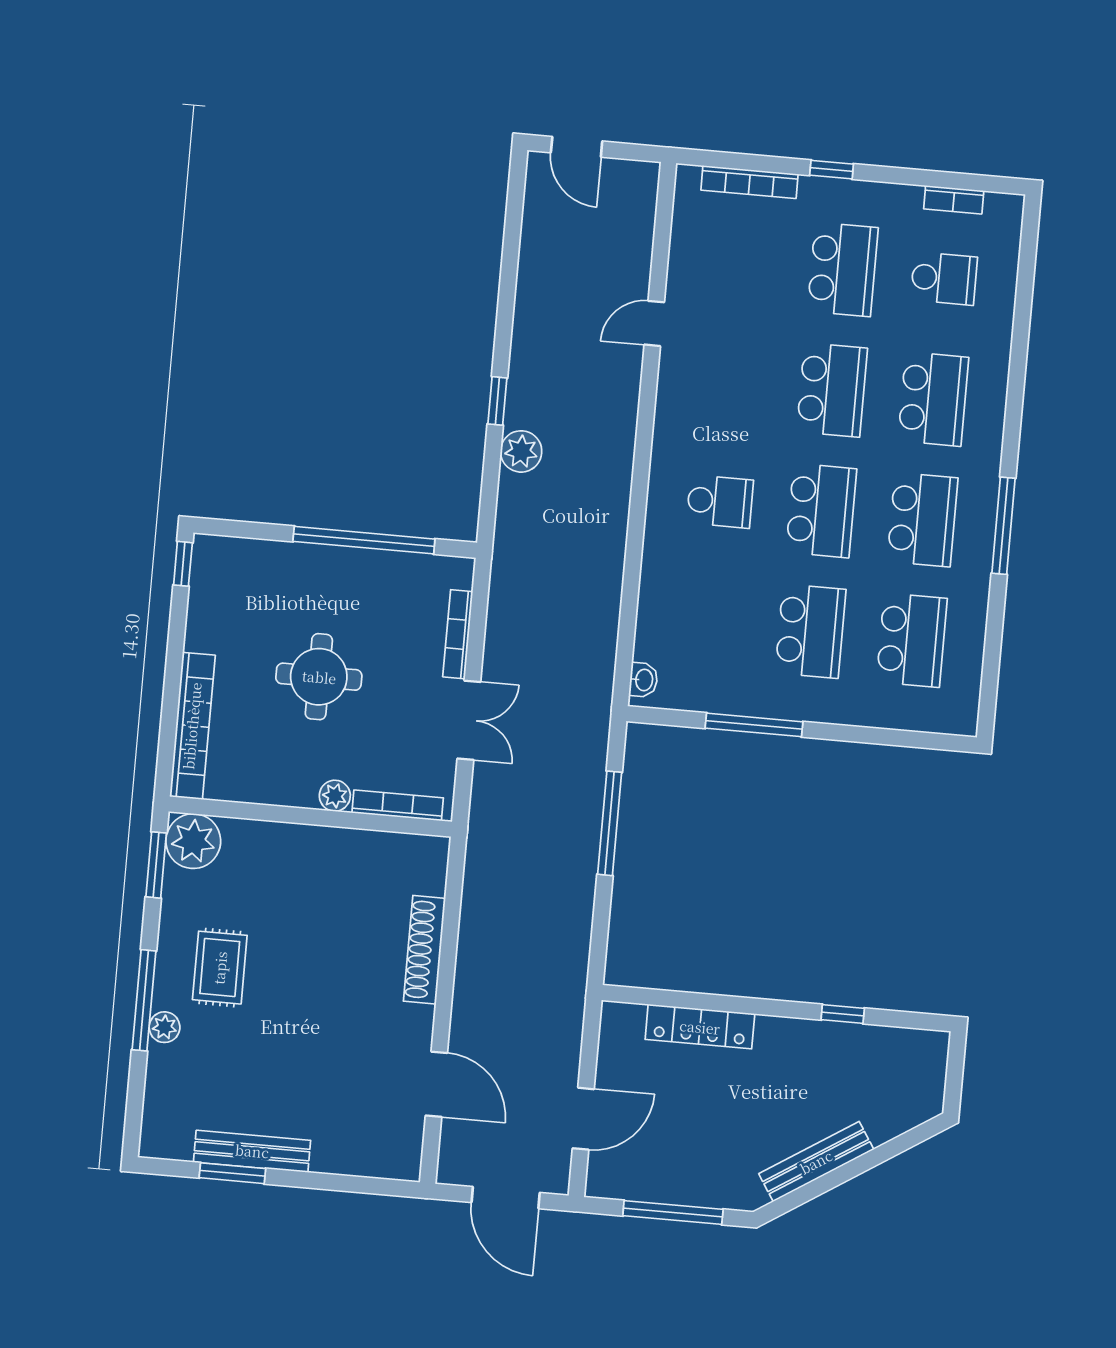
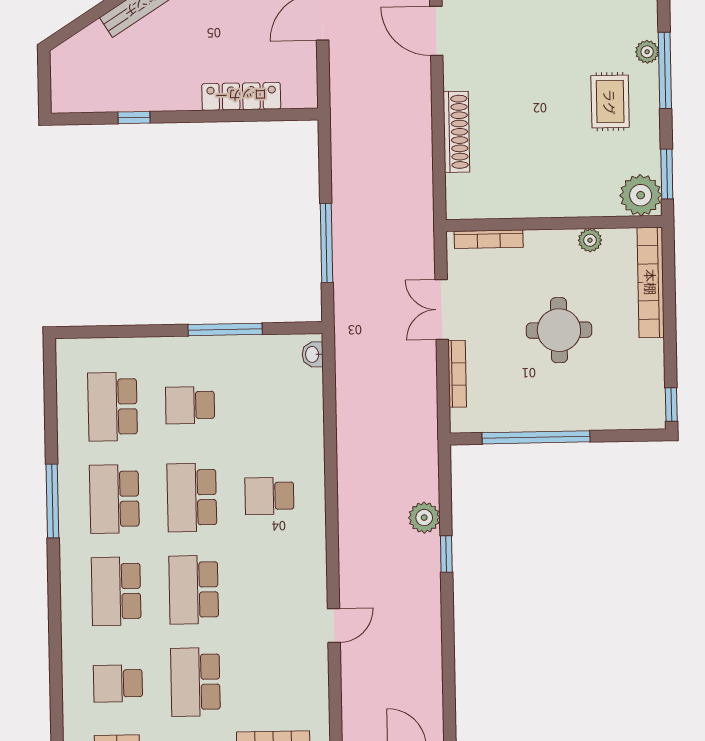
school desk: (810, 631) -> (190, 405), width x0.54
plant: (335, 796) -> (590, 240), moved

